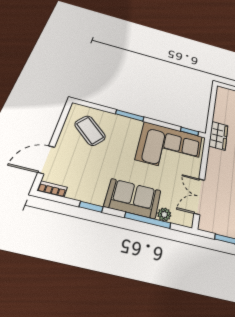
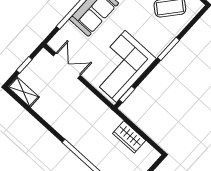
wardrobe: (218, 136) -> (129, 137), moved
plant: (164, 214) -> (69, 28), removed

